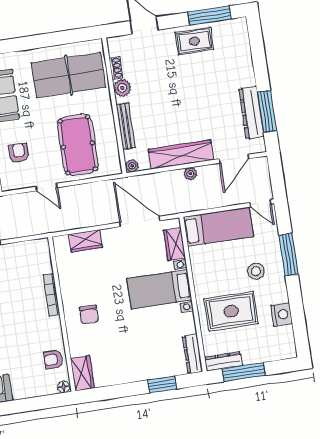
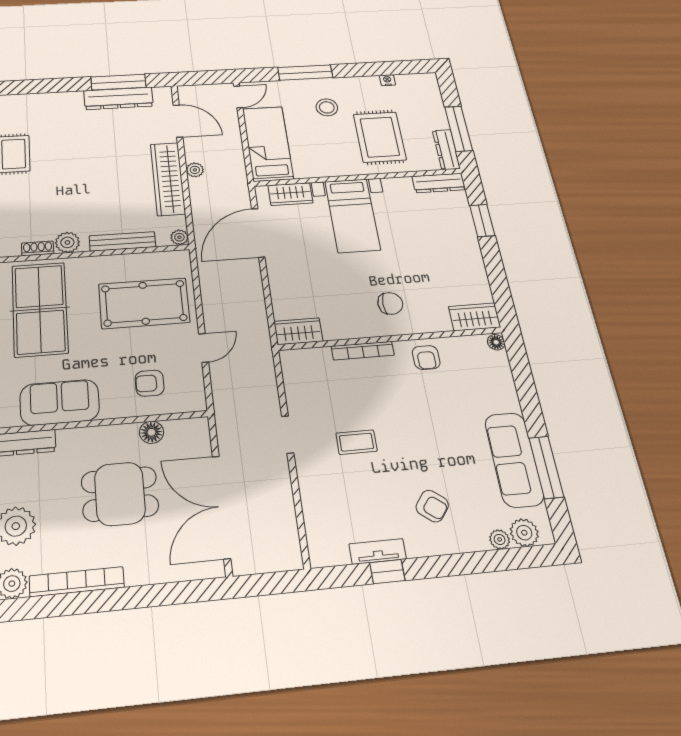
wardrobe: (85, 241) -> (298, 331), moved, turned -90
nightstand: (282, 314) -> (387, 80), width x0.53, depth x0.56
armchair: (53, 360) -> (426, 358), moved

